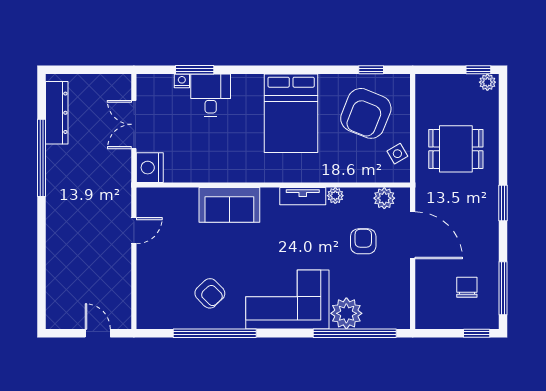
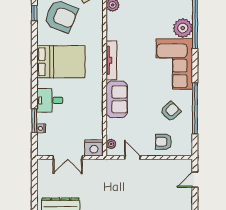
desk: (211, 95) -> (50, 100), moved
tv unit: (303, 196) -> (111, 60), width x1.41
plant: (335, 196) -> (111, 144), moved
armchair: (363, 241) -> (163, 142), moved

